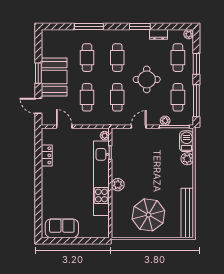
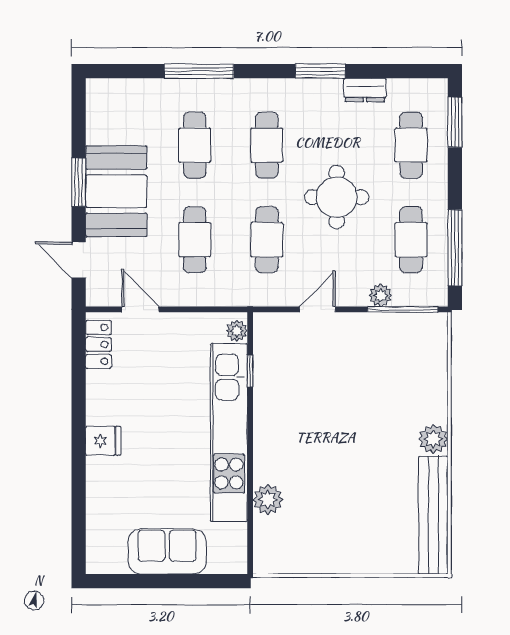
plant: (189, 34) -> (437, 89), removed
window: (196, 64) -> (455, 122), moved
barbecue: (187, 141) -> (432, 344), removed
locker: (47, 155) -> (98, 344), moved
plant: (187, 159) -> (433, 439), moved
fridge: (49, 182) -> (103, 441), added
plant: (118, 185) -> (268, 500), moved
parasol: (148, 215) -> (341, 520), removed
sofa: (62, 228) -> (167, 552), moved

